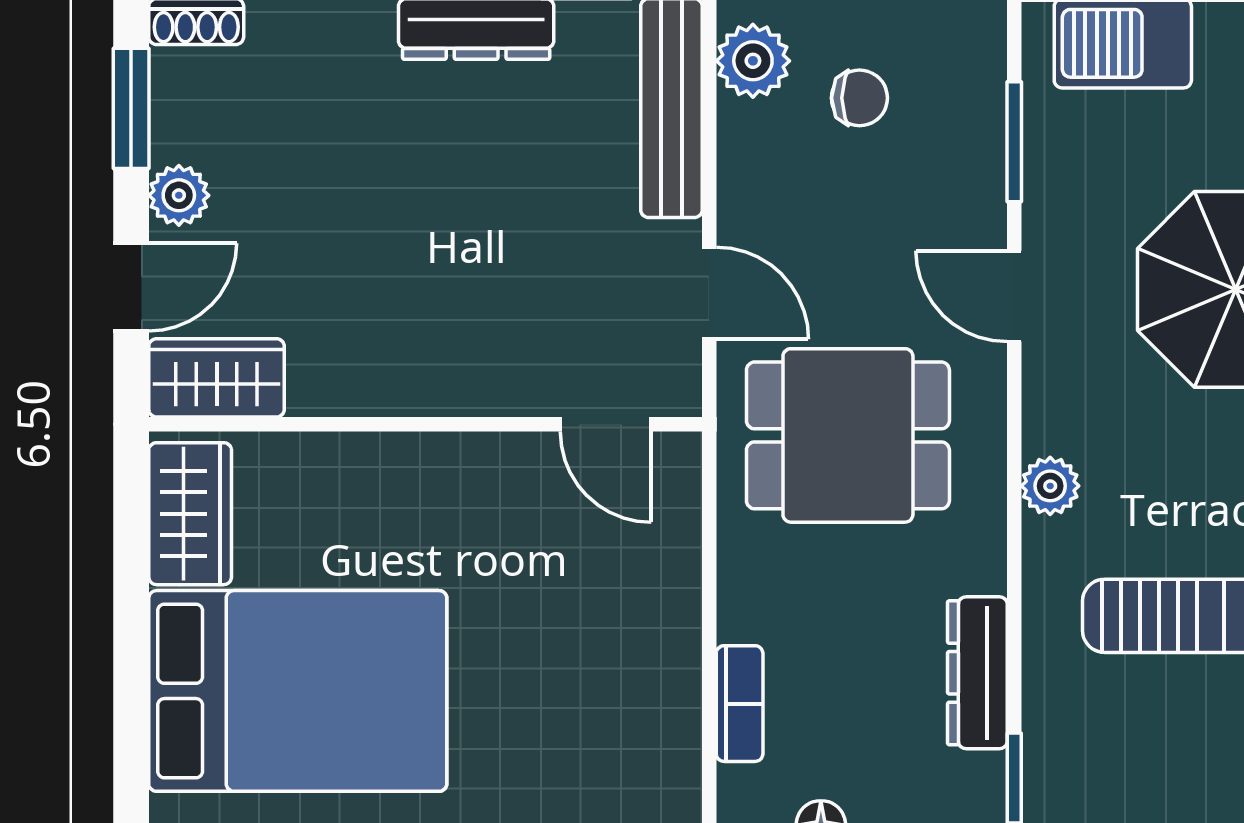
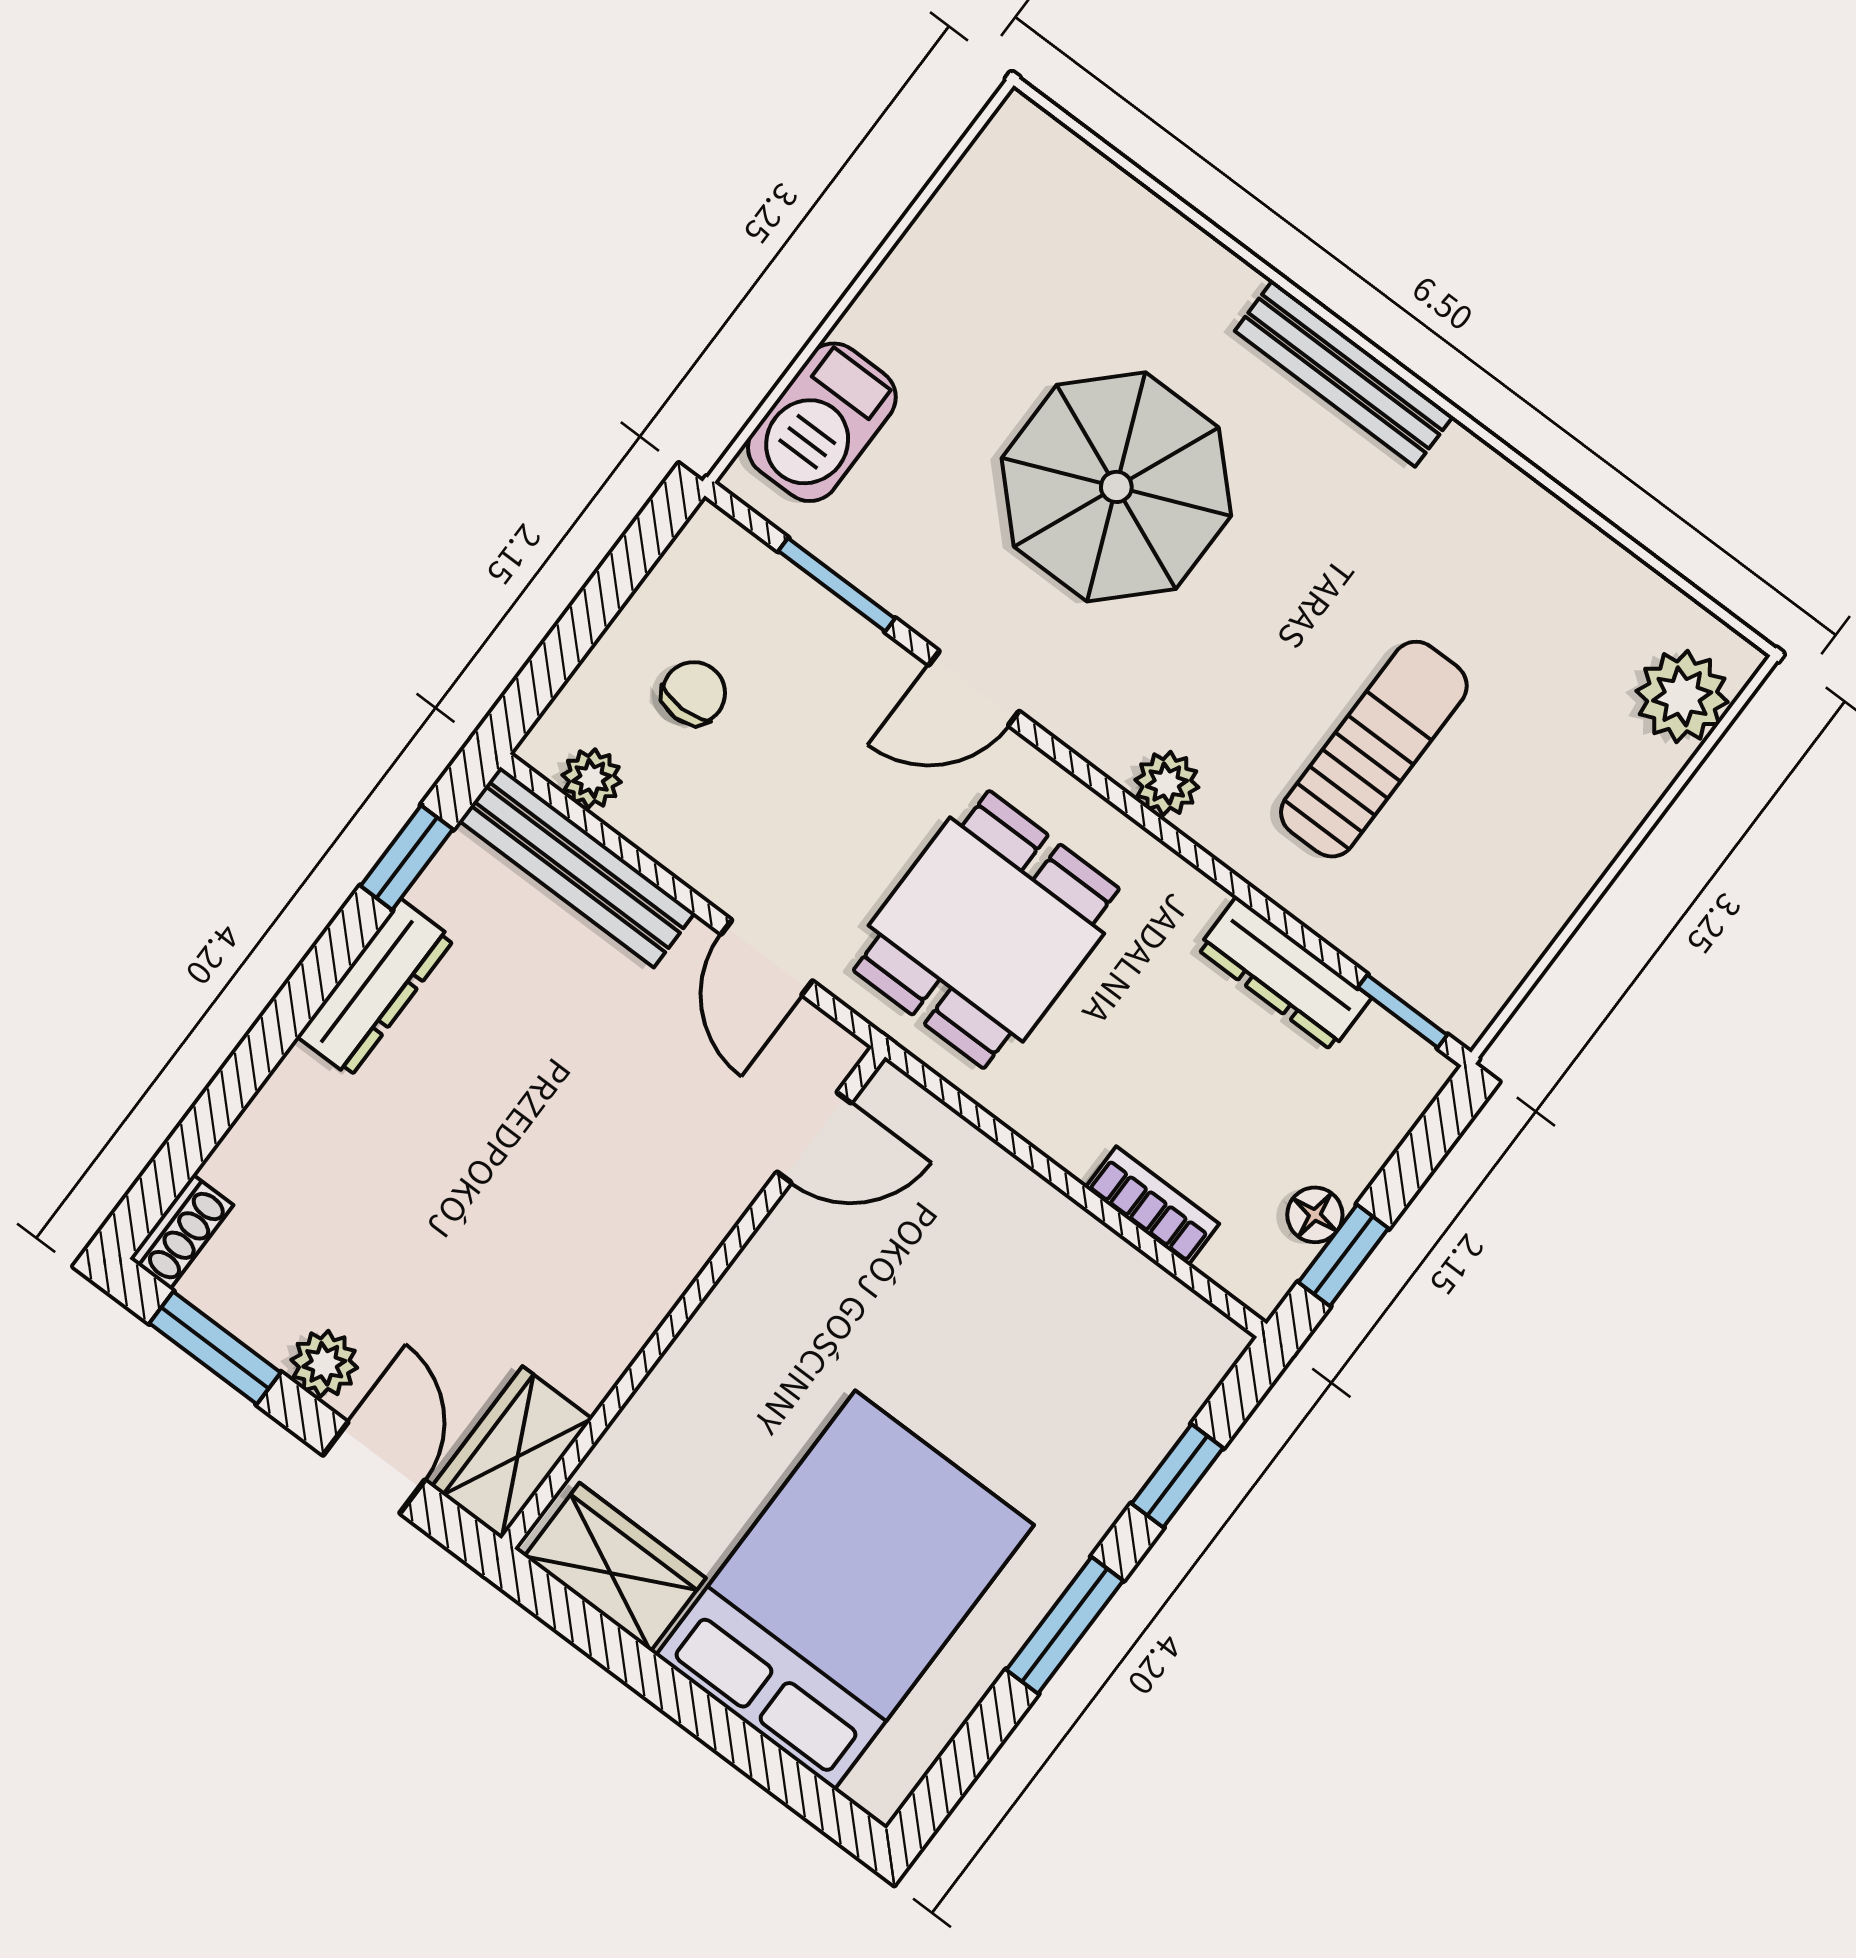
plant: (753, 61) -> (592, 778), width x0.73, depth x0.73
door: (709, 293) -> (767, 957), swing flipped

